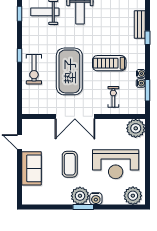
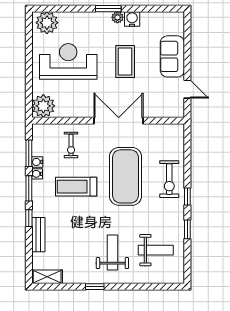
window: (19, 14) -> (187, 229), moved
window: (147, 62) -> (29, 188), added
treadmill: (109, 63) -> (76, 187), turned 180
exercise bike: (34, 69) -> (169, 179), turned 180
plant: (80, 196) -> (117, 17), width x0.53, depth x0.53
water cooler: (96, 199) -> (132, 19), moved

